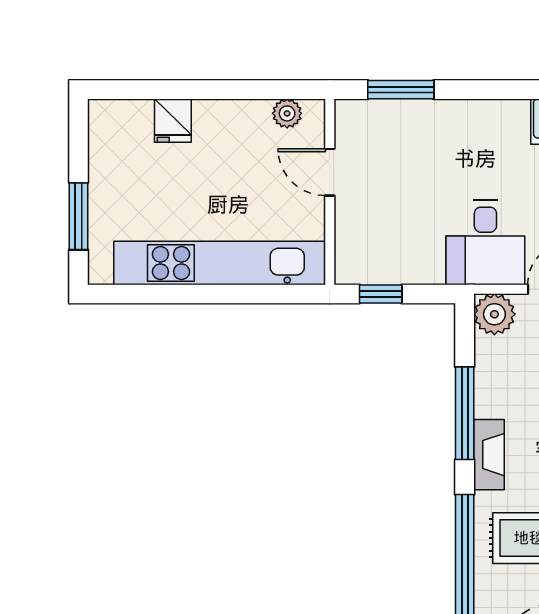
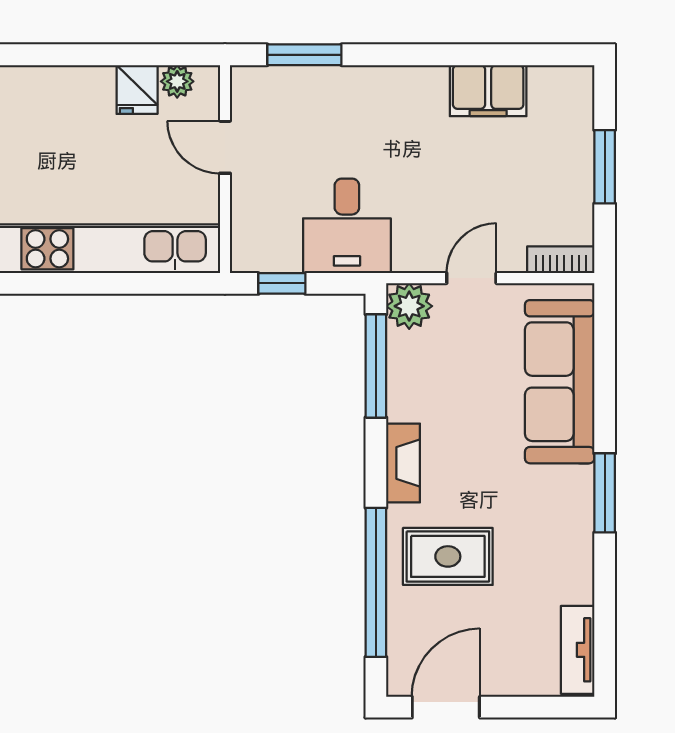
fridge: (173, 121) -> (137, 89), moved
desk: (485, 243) -> (347, 226), moved
window: (465, 413) -> (376, 366), moved

